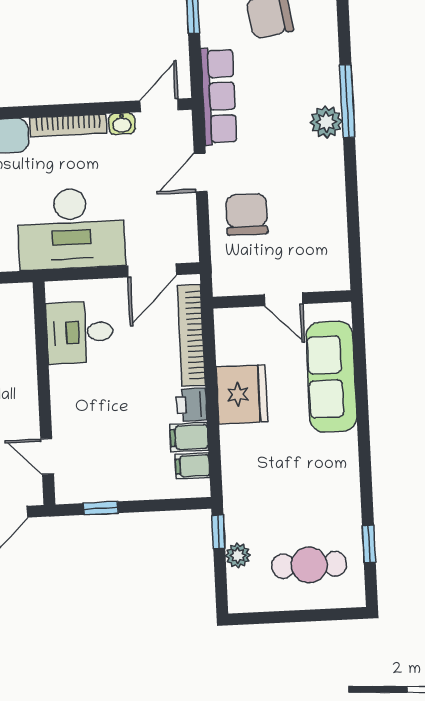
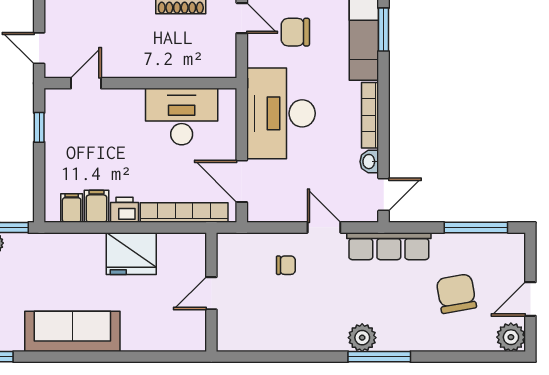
door: (159, 105) -> (384, 194), hinge flipped
chair: (247, 214) -> (286, 265), width x0.54, depth x0.54
desk: (80, 332) -> (182, 117), width x1.37
sofa: (331, 377) -> (72, 331), moved

